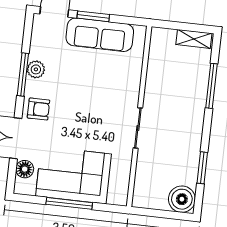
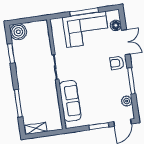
sofa: (100, 35) -> (70, 101), moved, turned 90
plant: (36, 69) -> (127, 101), moved

